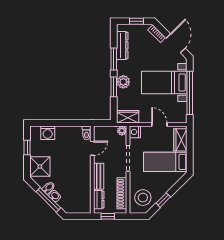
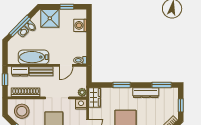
dresser: (122, 45) -> (146, 93), moved
window: (114, 59) -> (162, 85), moved
plant: (123, 82) -> (126, 94), removed
door: (92, 148) -> (66, 65), hinge flipped
bathtub: (83, 185) -> (34, 57), added

